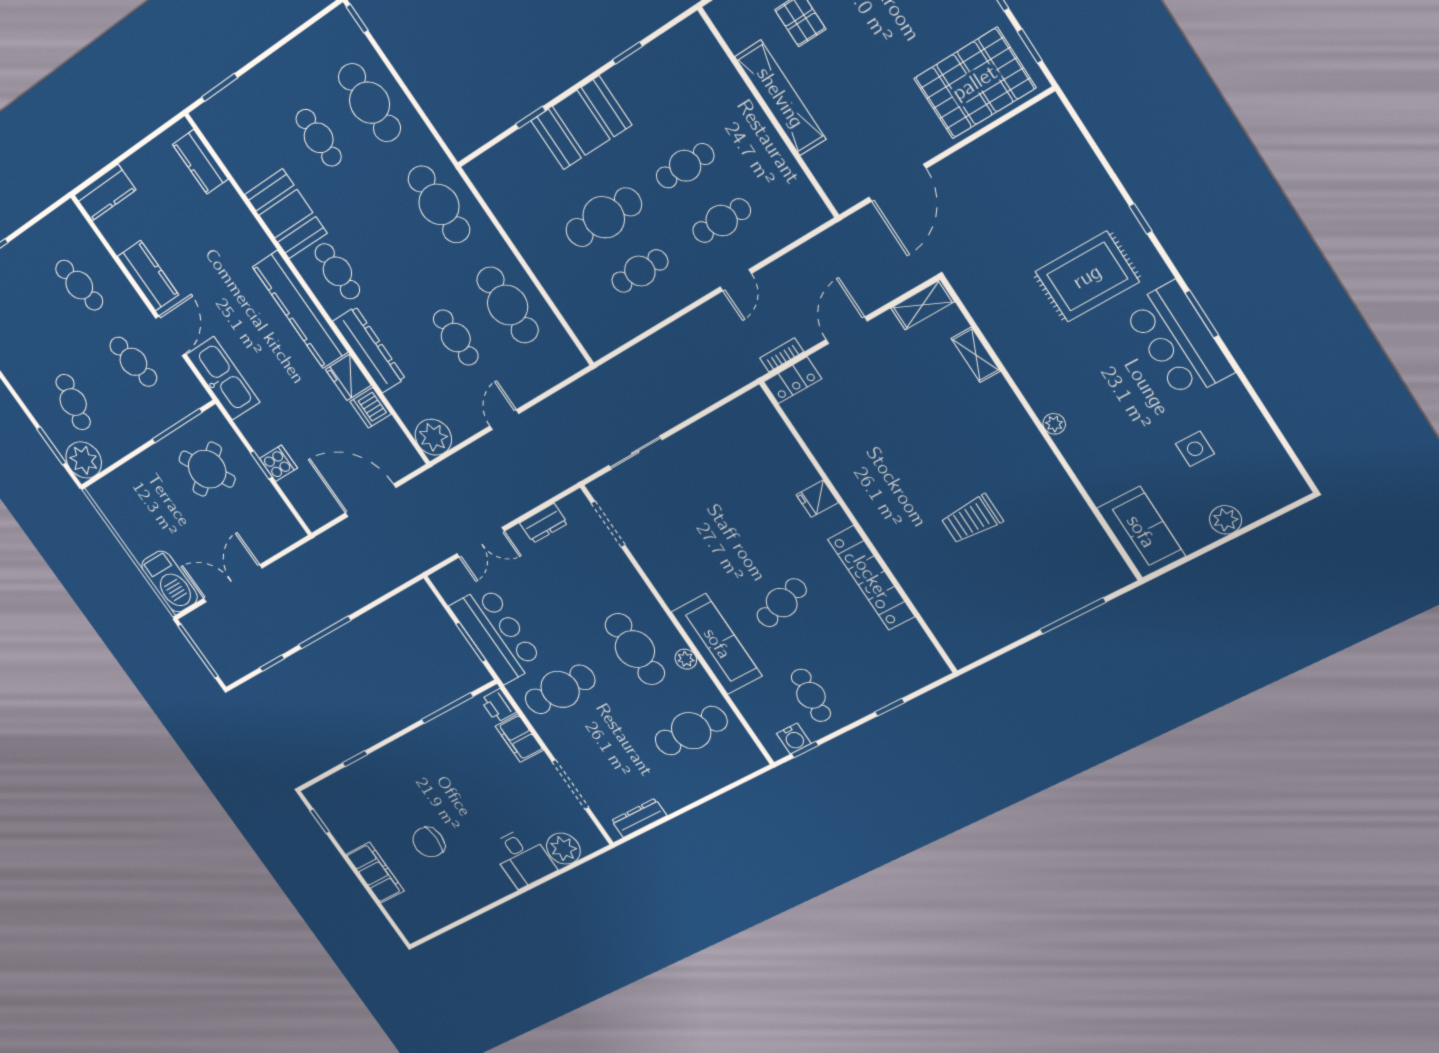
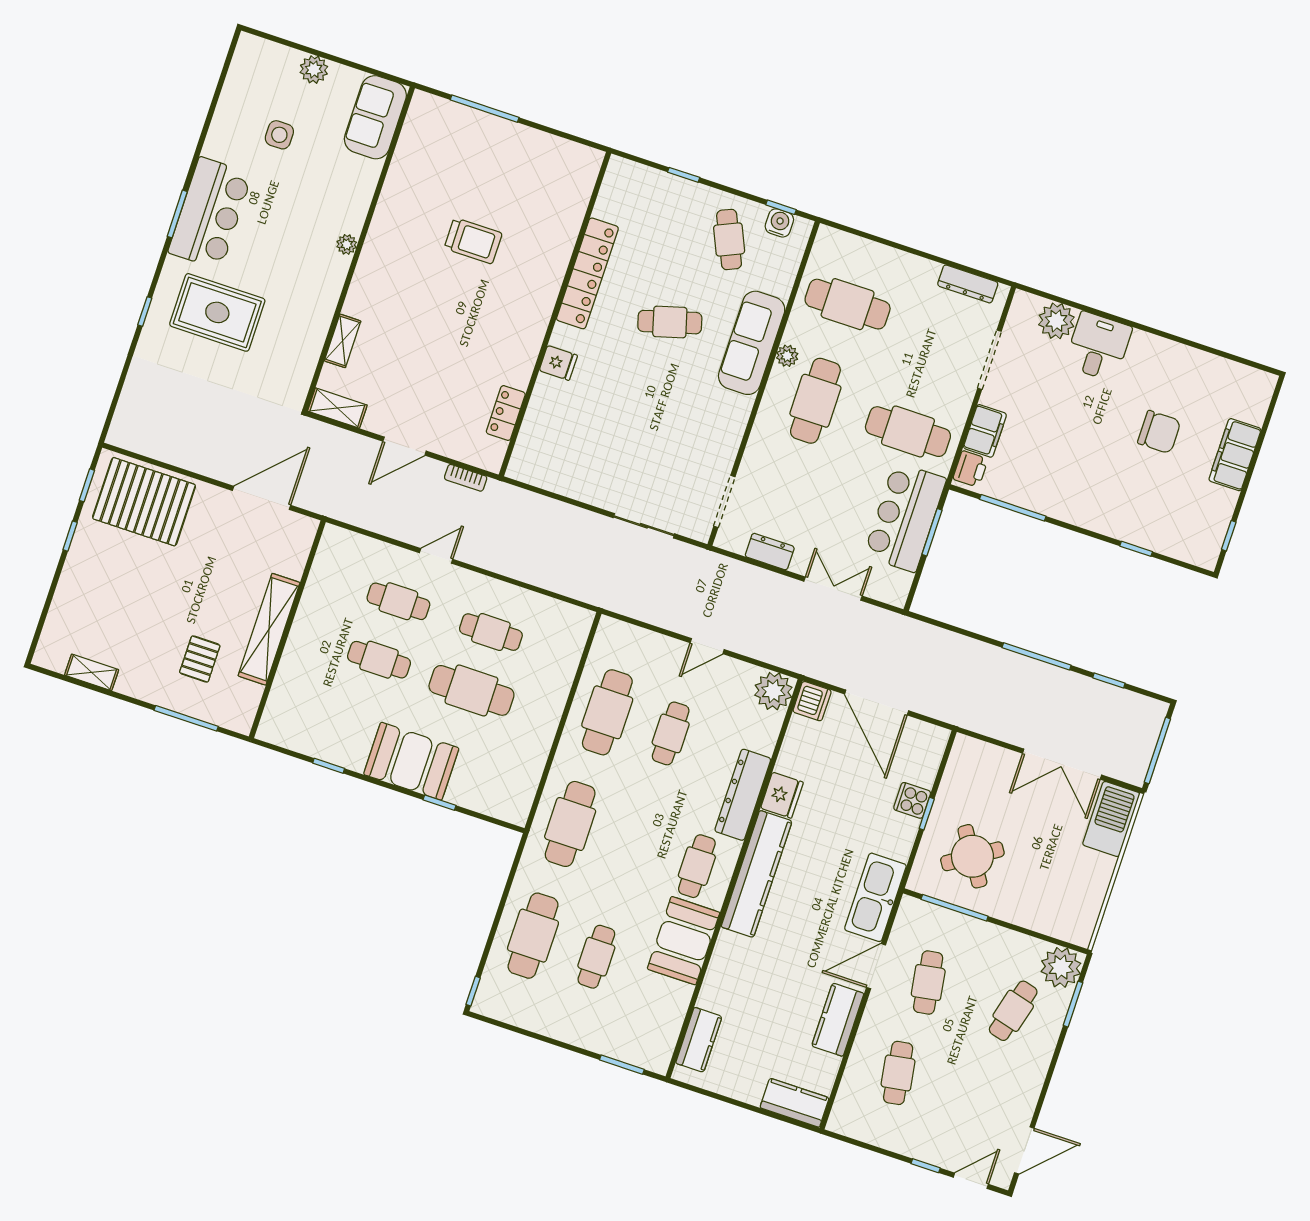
locker: (793, 380) -> (506, 413), moved, turned -90
dishwasher: (371, 408) -> (812, 701), moved
cafe table: (811, 695) -> (729, 239), turned -30

